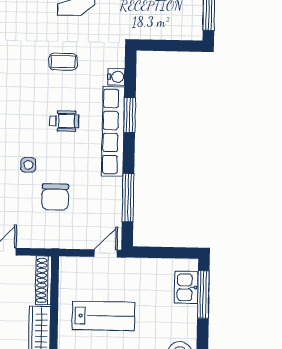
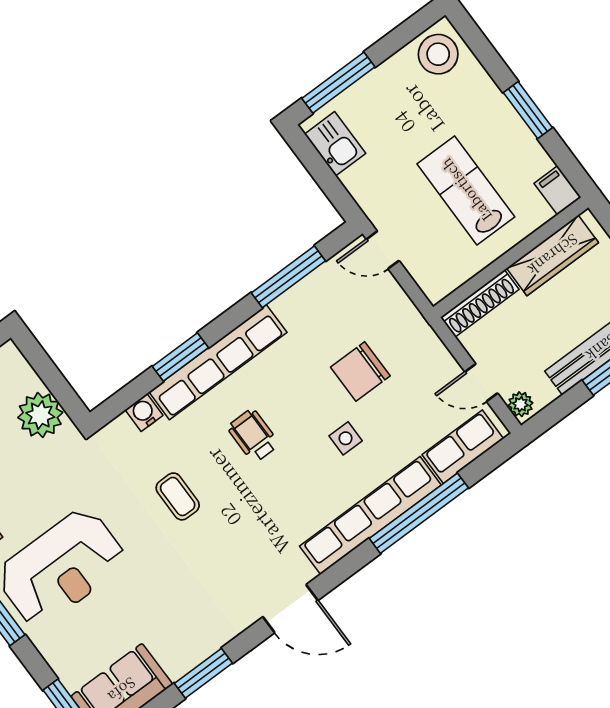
plant: (154, 26) -> (40, 415), added
chair: (55, 197) -> (360, 371), turned 180
kitchen sink: (186, 287) -> (335, 144), moved, turned -90

